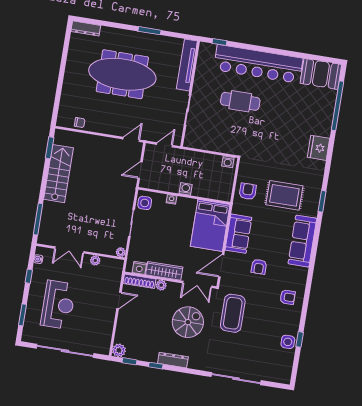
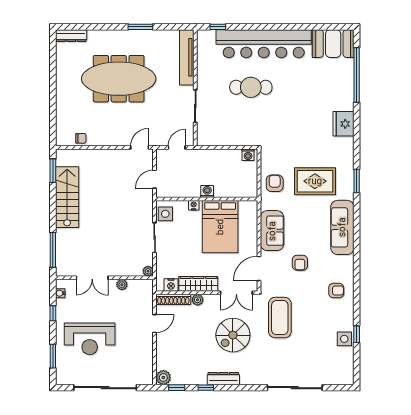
bed: (210, 225) -> (220, 227), moved
reception desk: (58, 305) -> (90, 339), turned 90
spiral stairs: (188, 322) -> (233, 335), turned 180

